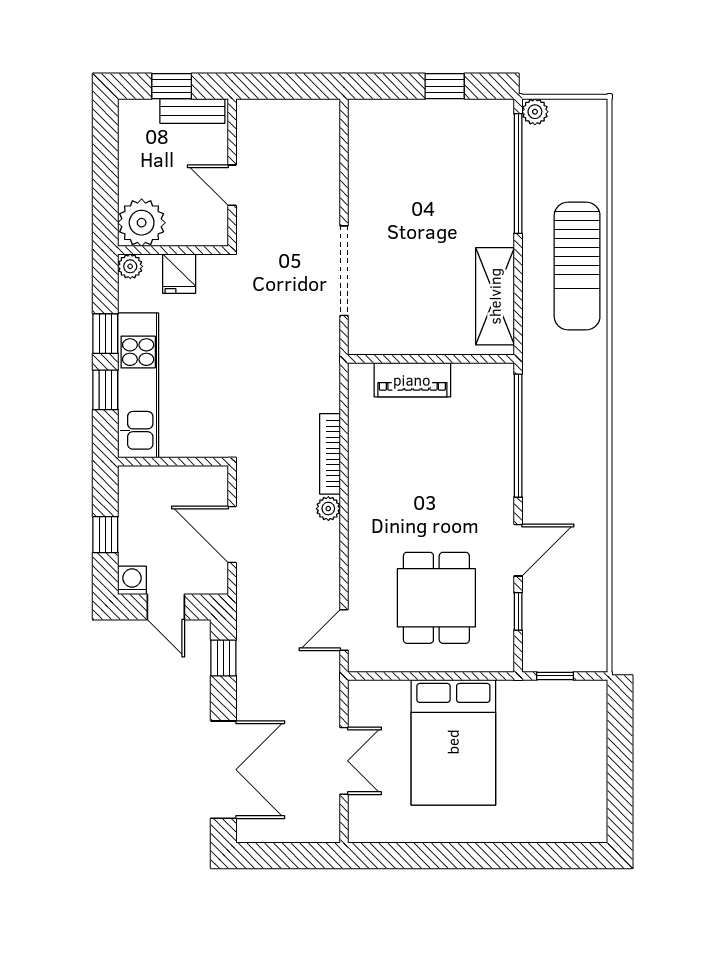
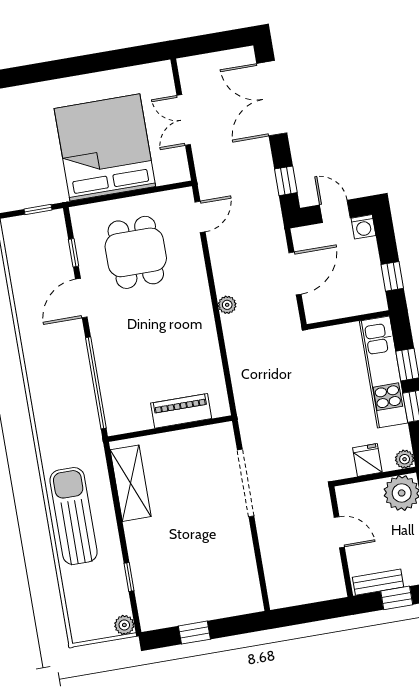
window: (518, 174) -> (129, 577), width x0.32
bookcase: (330, 454) -> (233, 346), removed
door: (232, 534) -> (295, 273), hinge flipped
window: (105, 535) -> (392, 276), moved
bed: (453, 742) -> (105, 147), width x1.36

